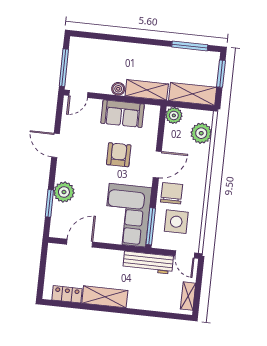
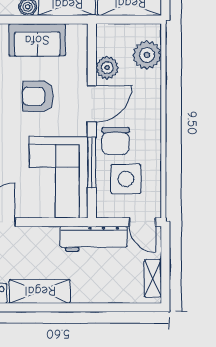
plant: (174, 115) -> (107, 68), moved
armchair: (119, 155) -> (38, 96), turned -90
chair: (172, 193) -> (116, 141), turned 180
window: (151, 226) -> (92, 162), moved

